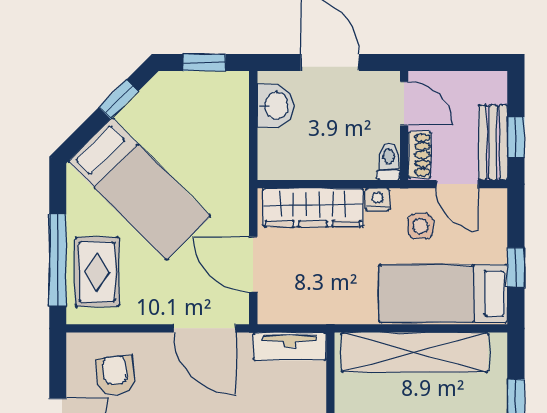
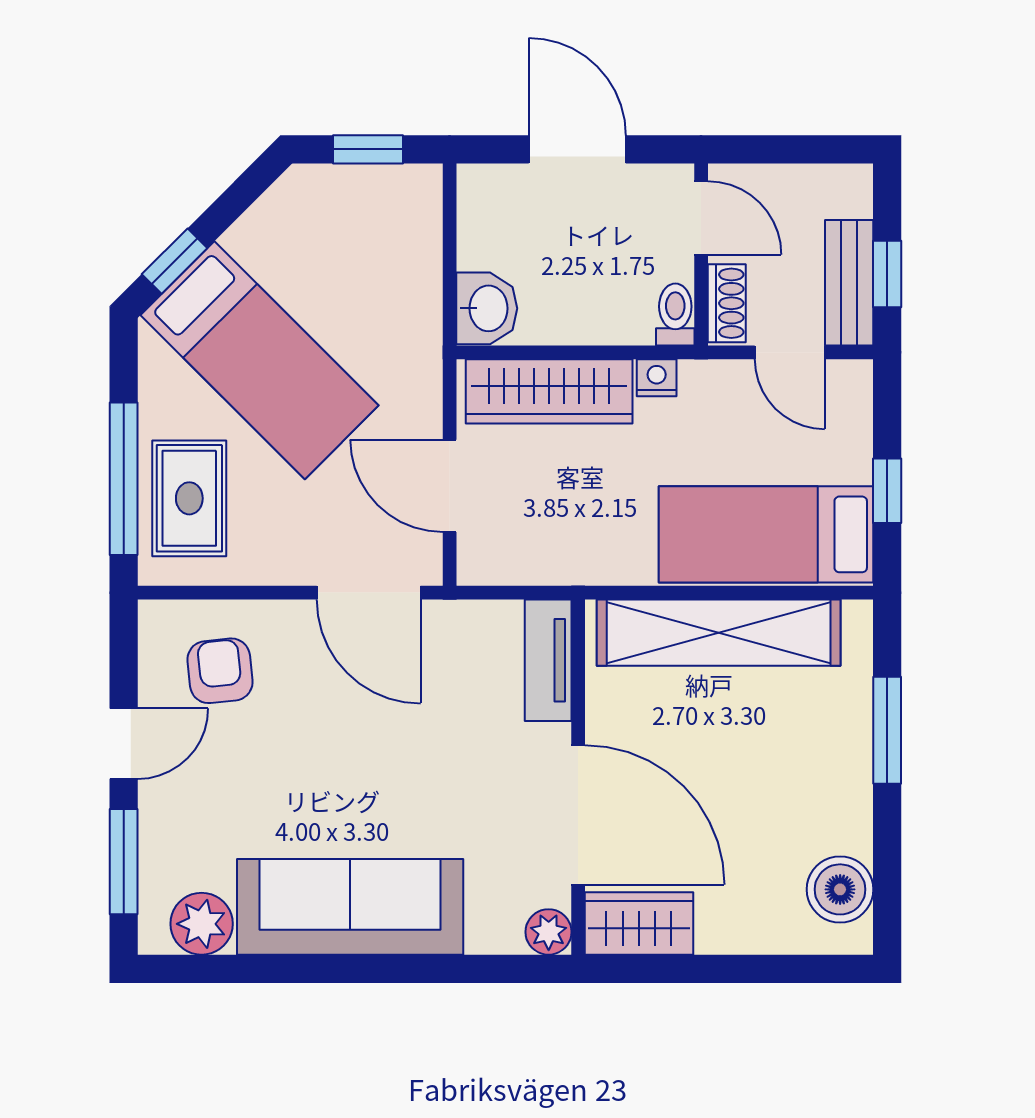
window: (118, 99) -> (175, 261), moved
washbasin: (276, 106) -> (487, 308), moved
side table: (420, 226) -> (728, 422), removed
tv unit: (290, 346) -> (548, 660), moved, turned 90

